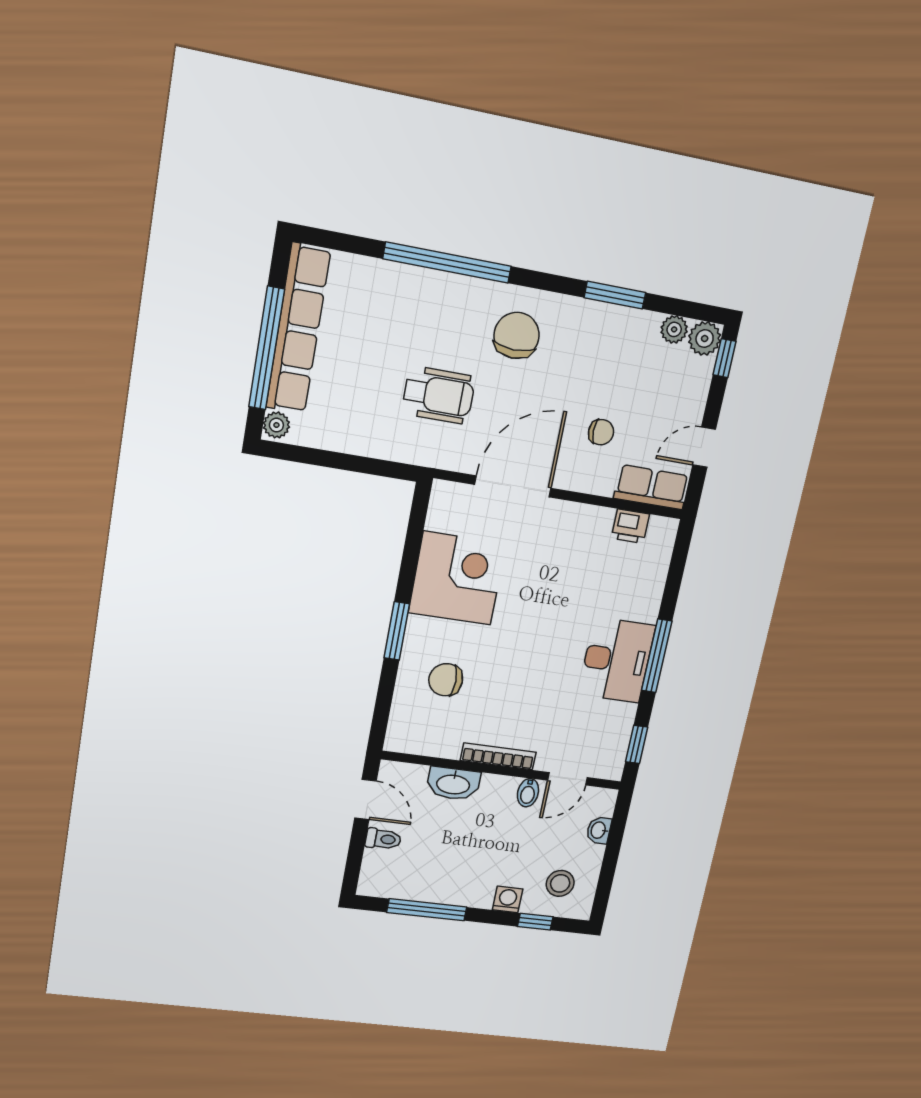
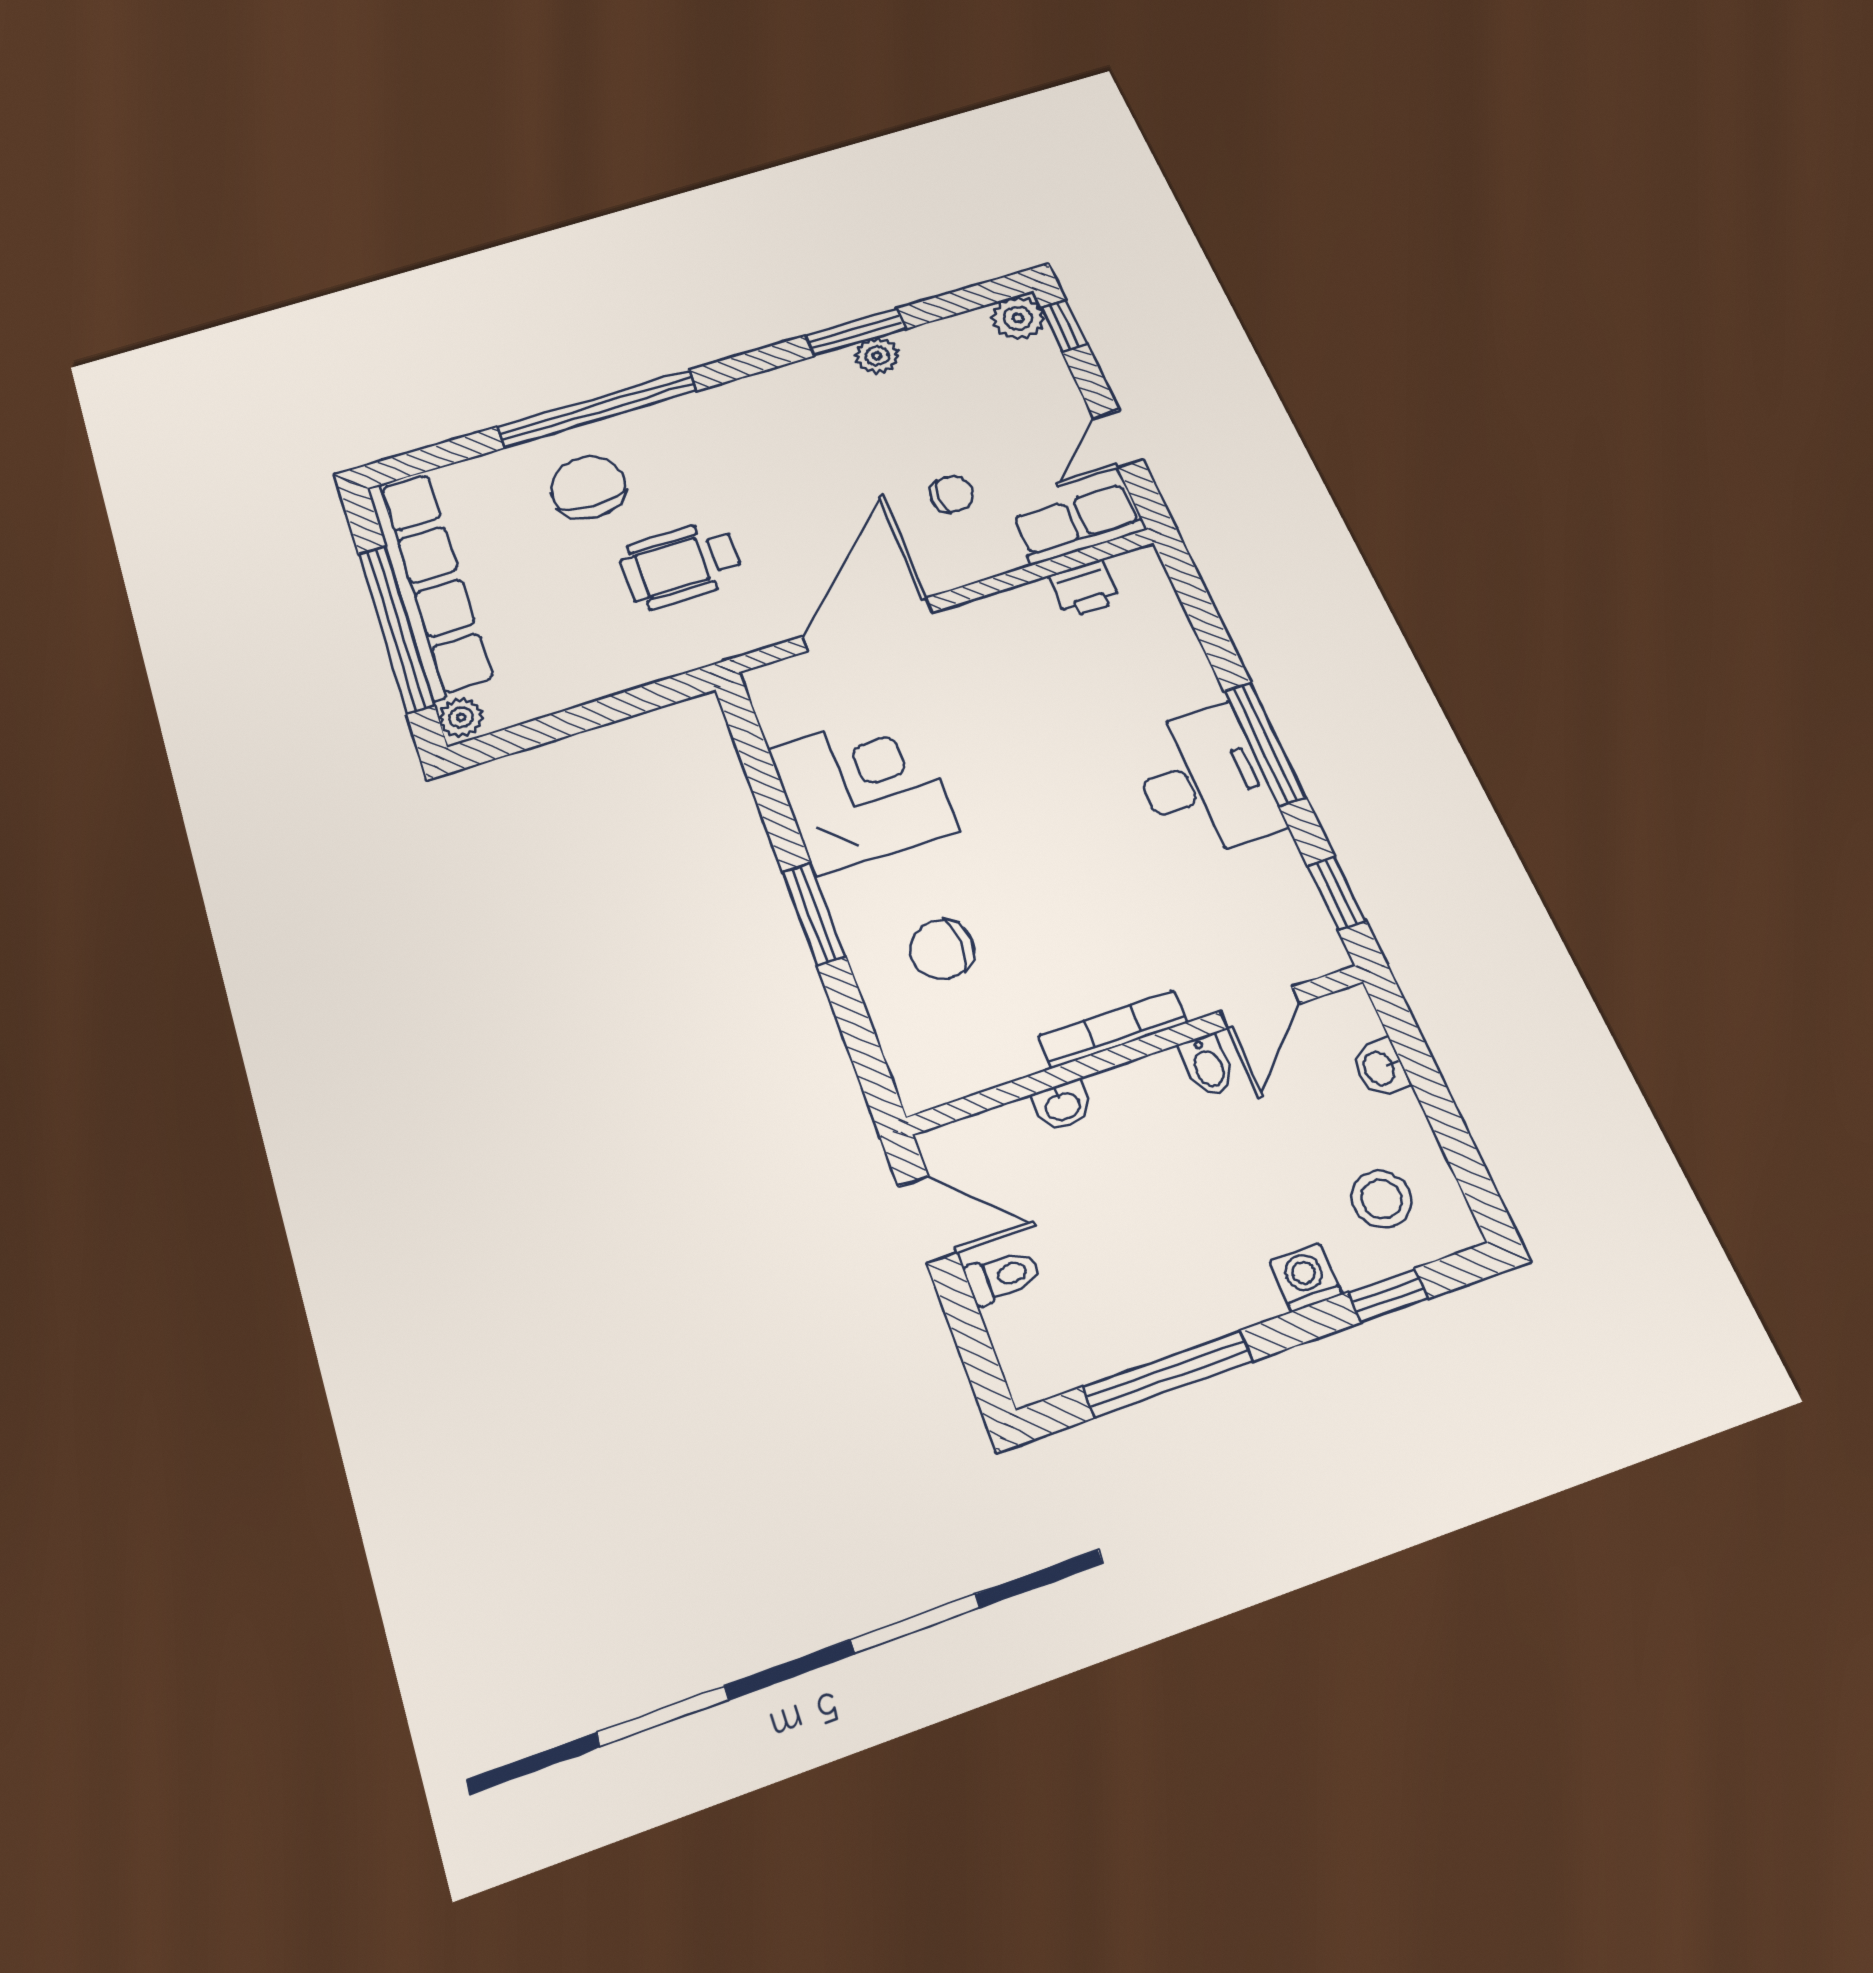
plant: (674, 329) -> (877, 356), moved
chair: (517, 335) -> (588, 487), moved
wheelchair: (439, 395) -> (681, 565), turned 180
washbasin: (453, 784) -> (1062, 1106), width x0.52, depth x0.69

